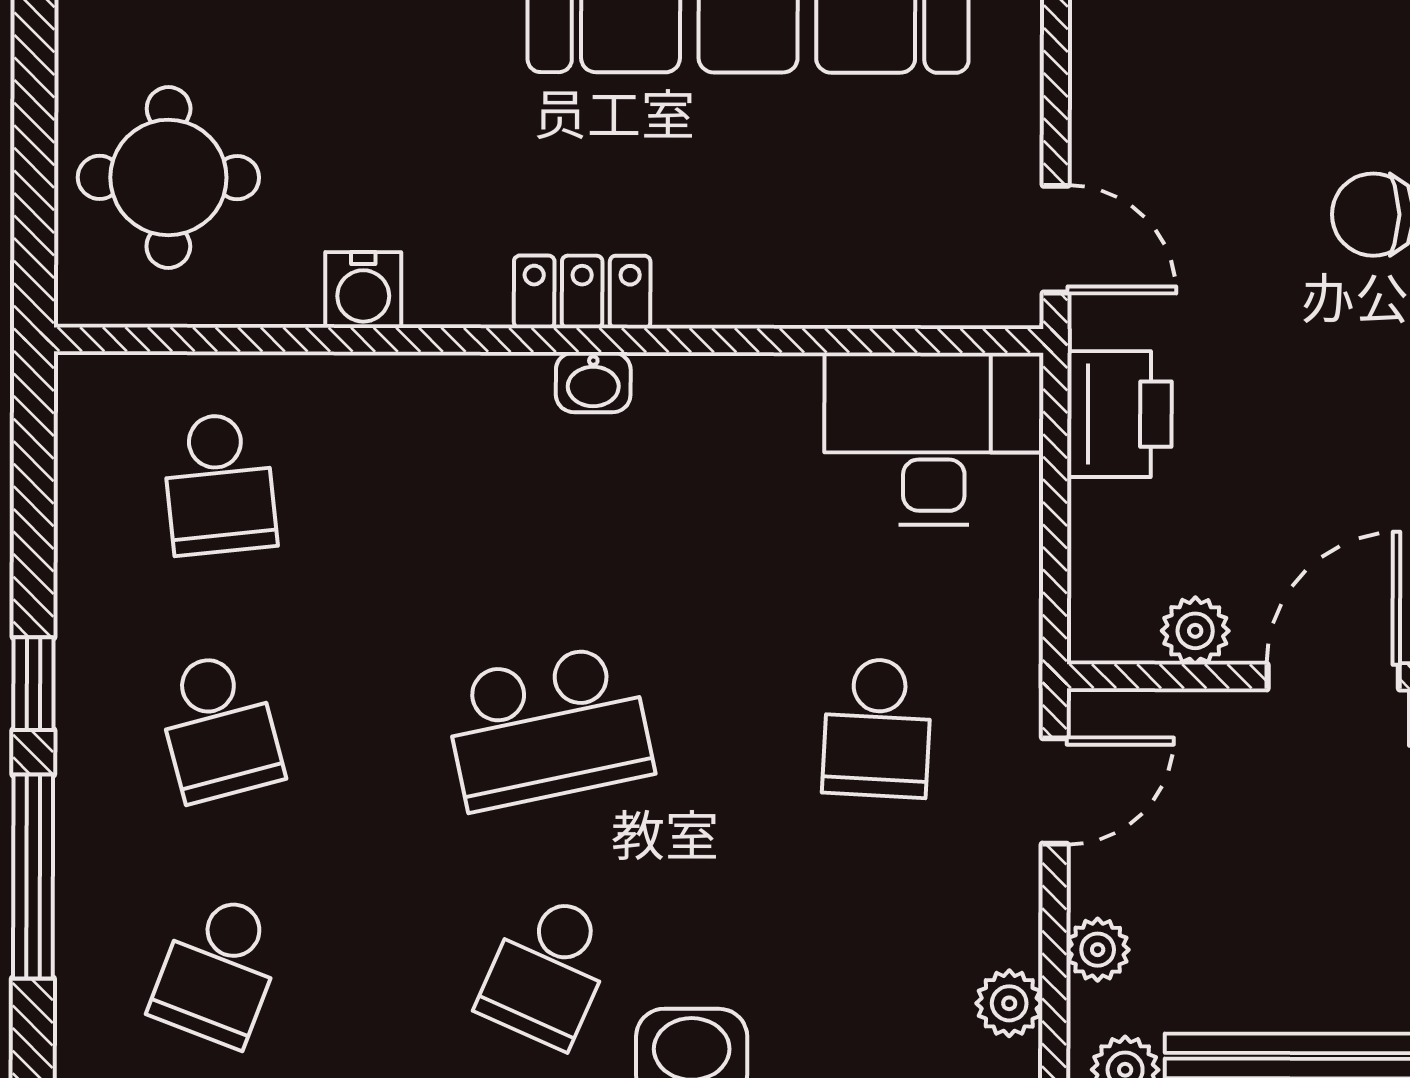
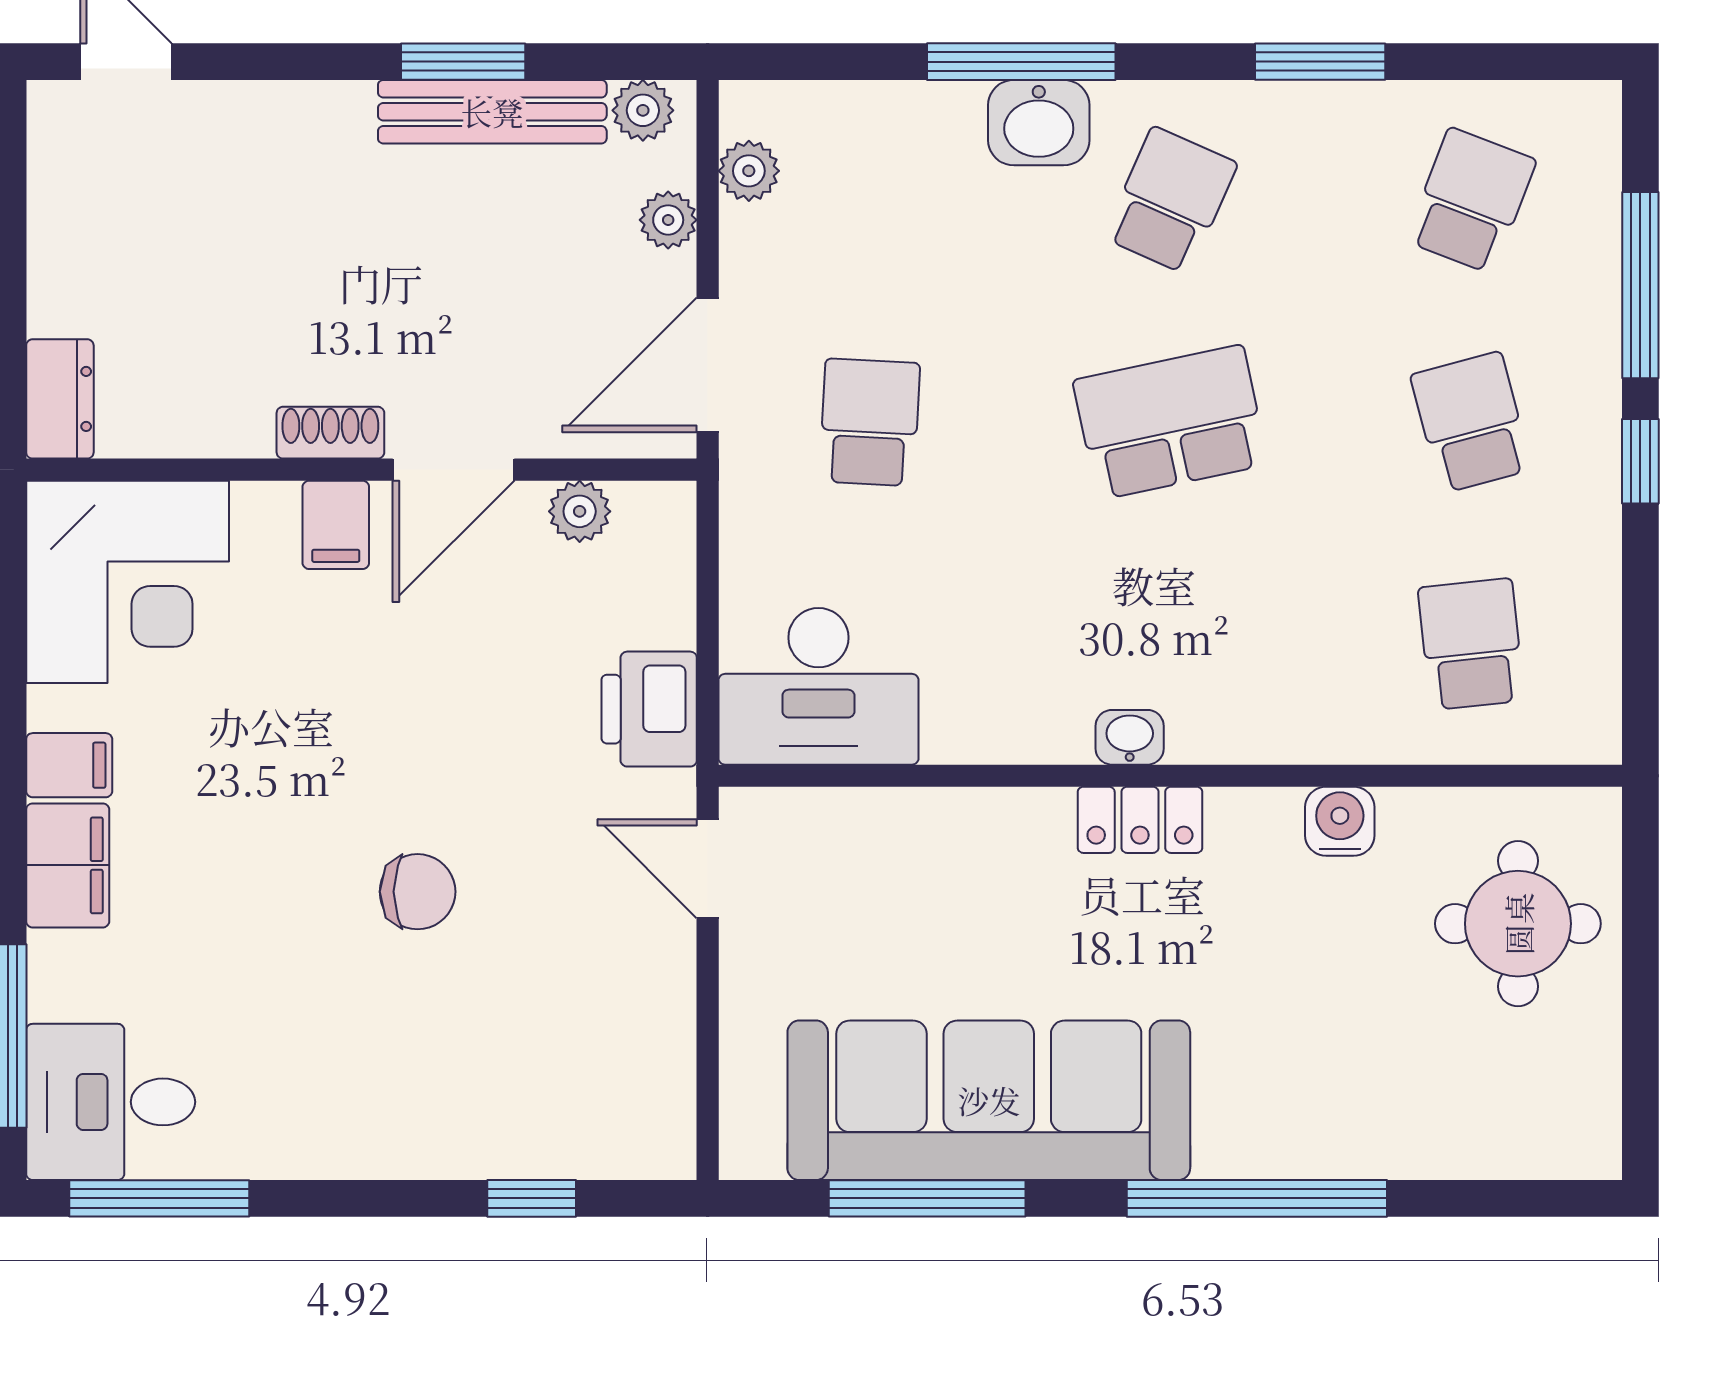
door: (1055, 791) -> (708, 365), width x1.38

